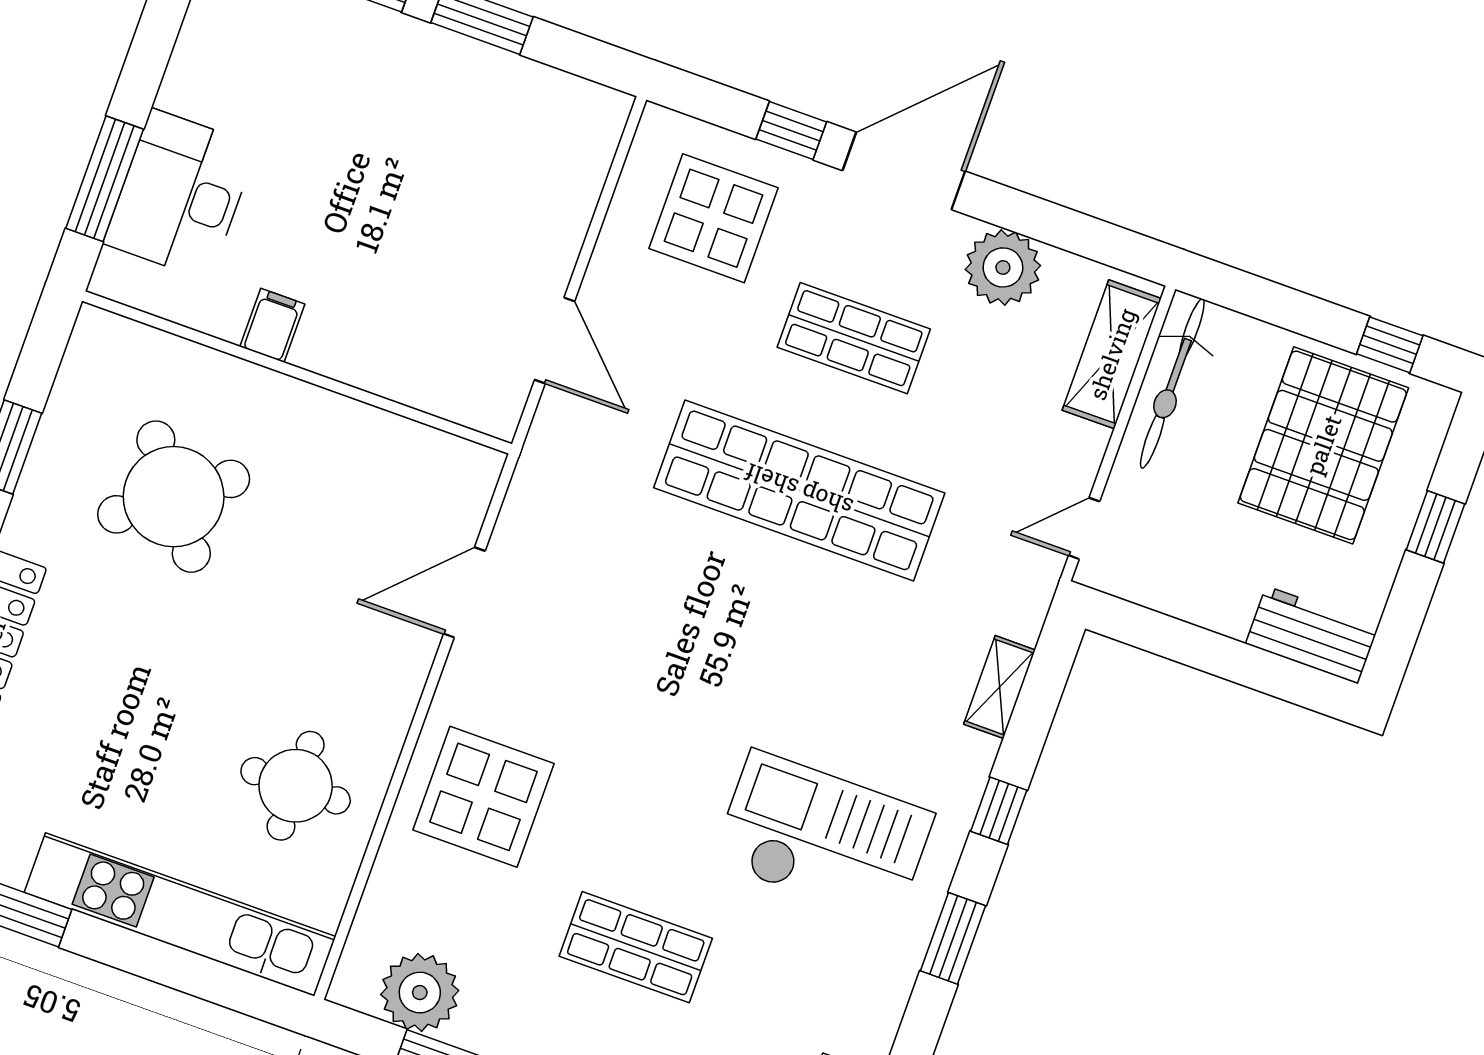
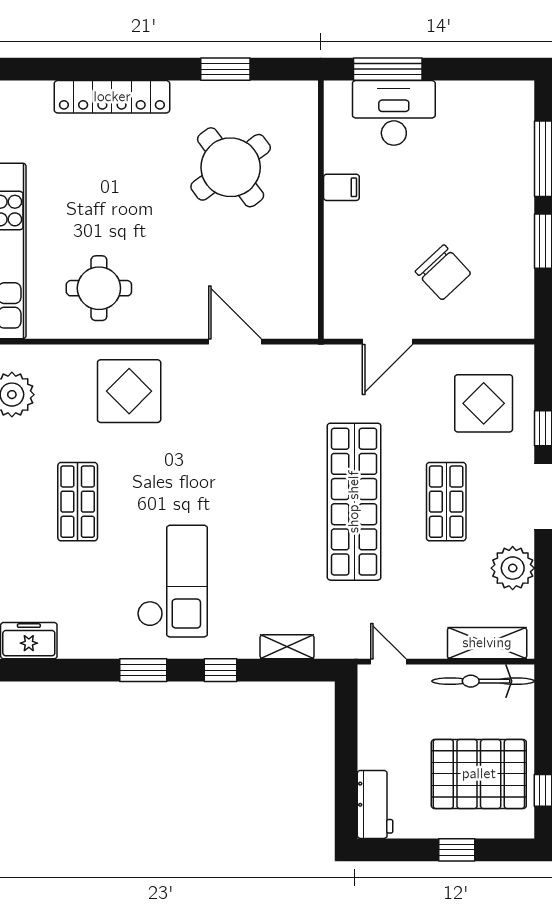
chair: (473, 208) -> (443, 272), added

